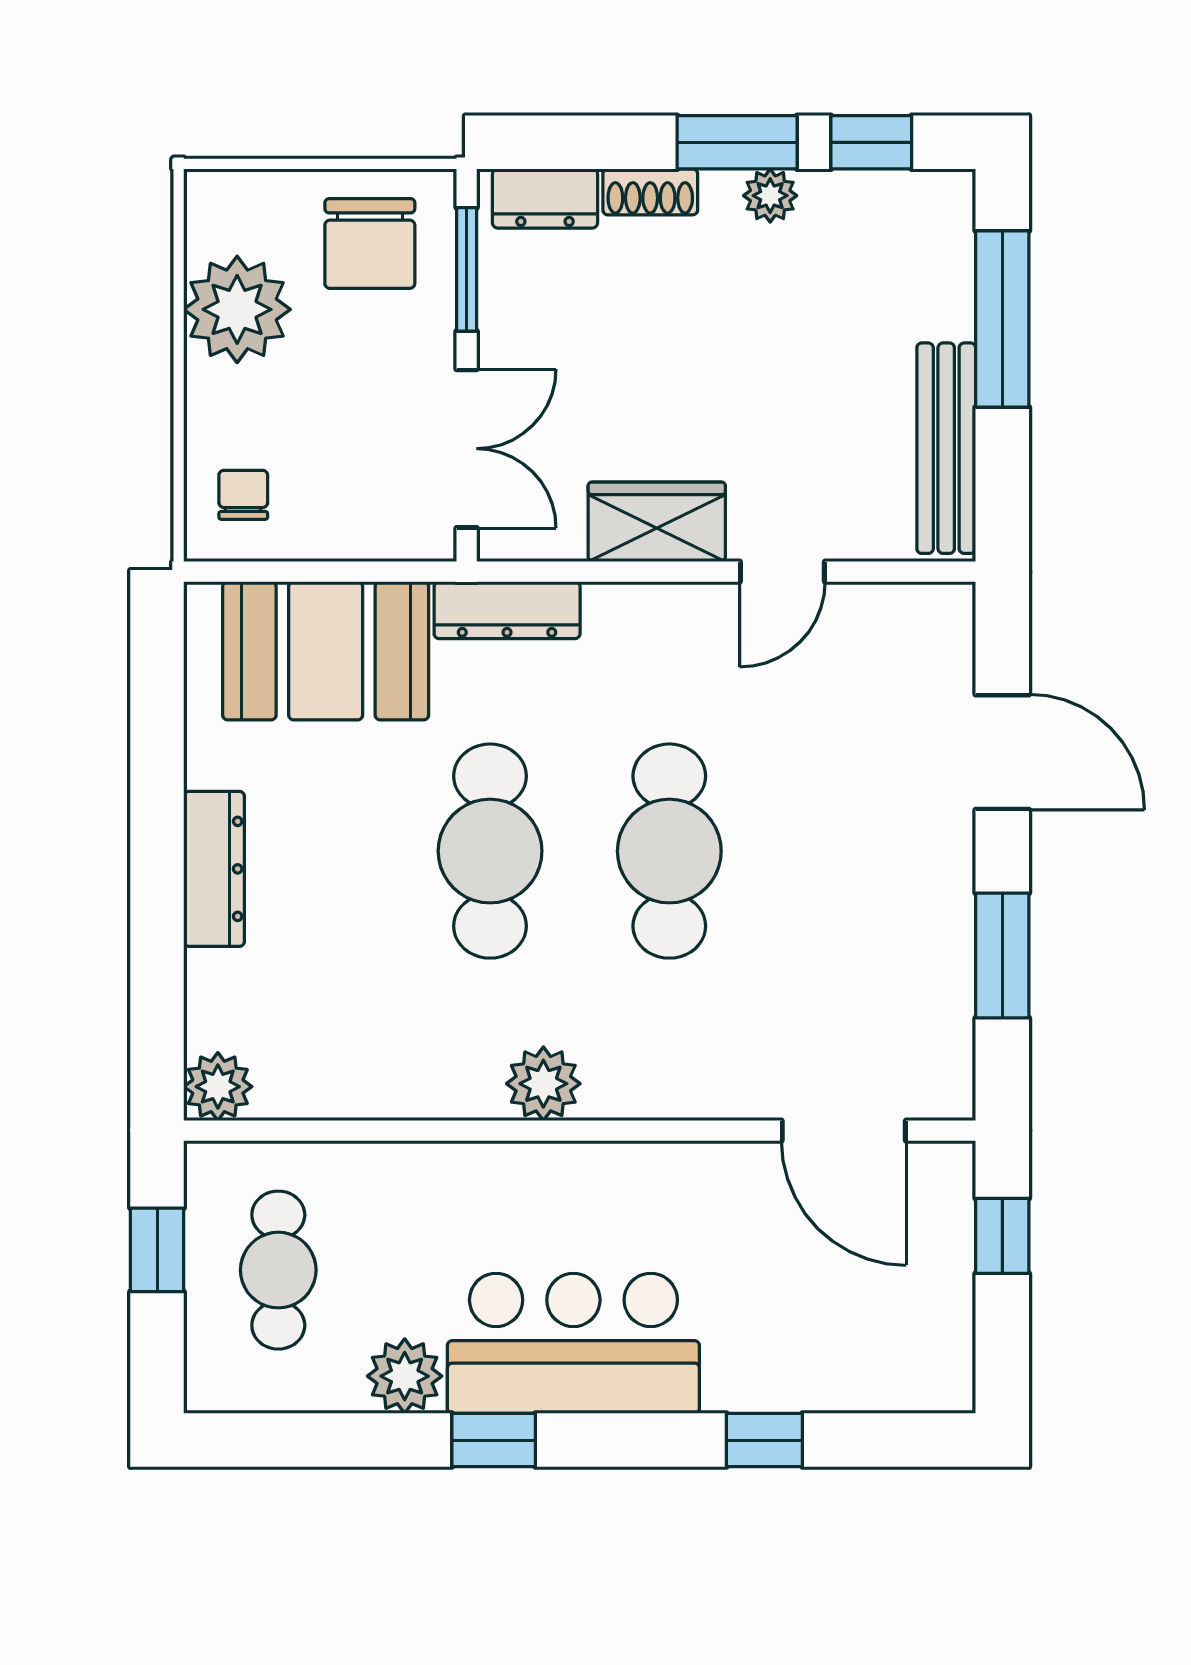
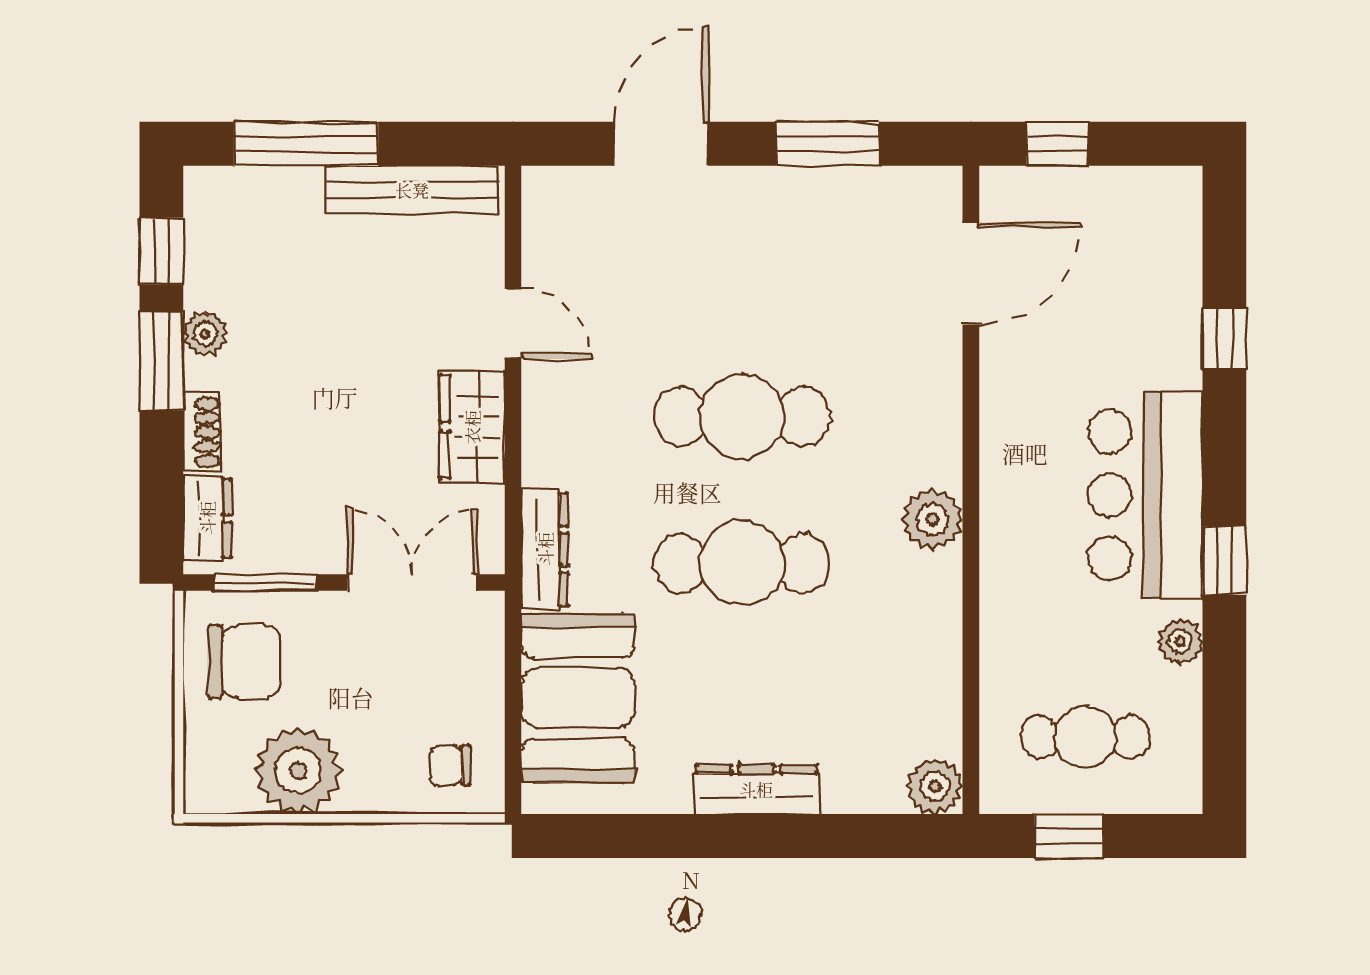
plant: (405, 1376) -> (1180, 642), width x0.73, depth x0.73

